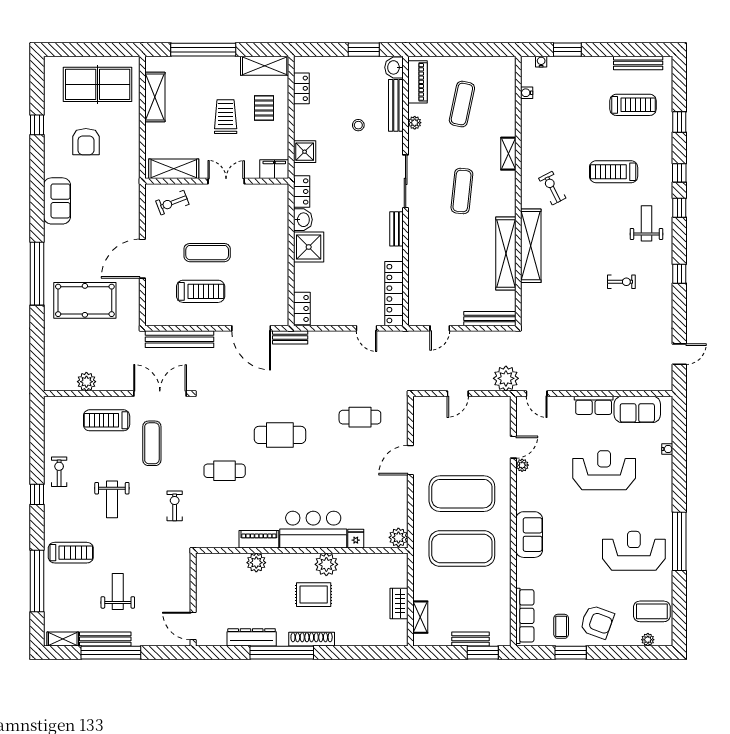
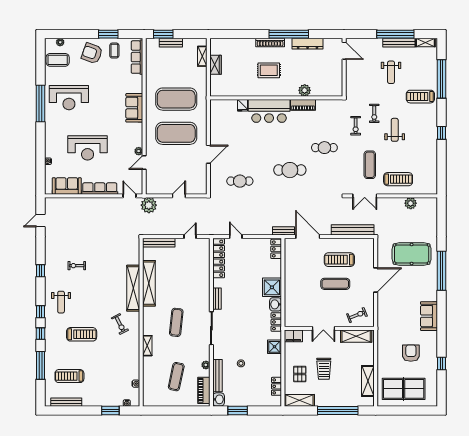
window: (679, 122) -> (41, 365), width x2.17
double door: (160, 394) -> (365, 196), width x0.73
row of seats: (594, 405) -> (100, 189), width x1.48
exercise bike: (59, 472) -> (374, 113), moved
plant: (398, 537) -> (216, 106), removed
plant: (326, 564) -> (261, 89), removed

